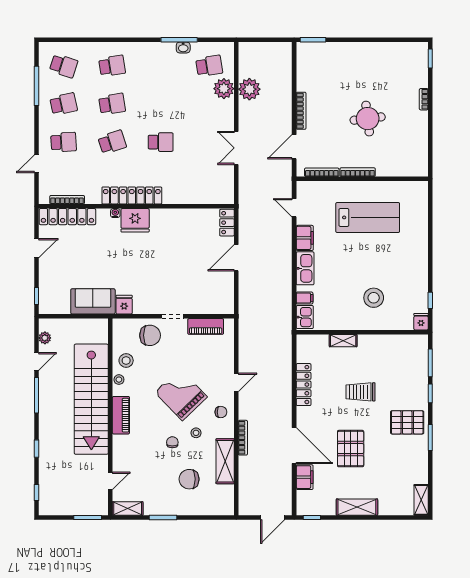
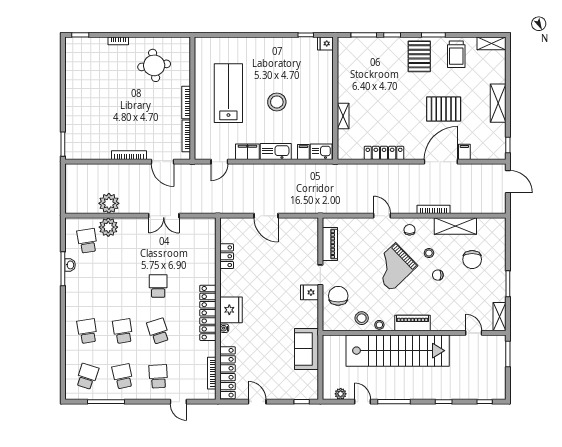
round table: (368, 119) -> (154, 65), moved
locker: (227, 223) -> (227, 256), moved, turned -90
stool: (374, 298) -> (277, 102), moved
fridge: (124, 305) -> (310, 292), moved
trolley: (361, 392) -> (456, 54), moved
filing cabinet: (305, 477) -> (464, 152), width x0.50

